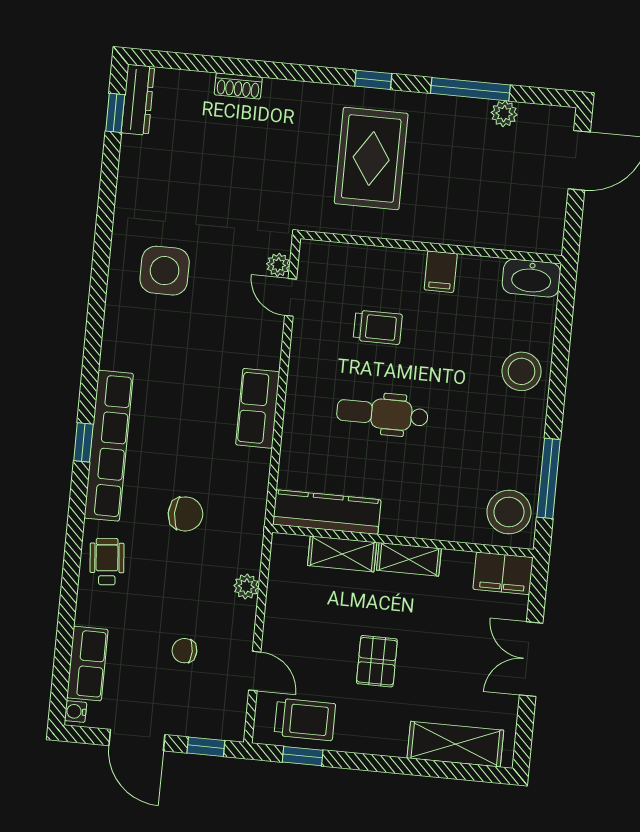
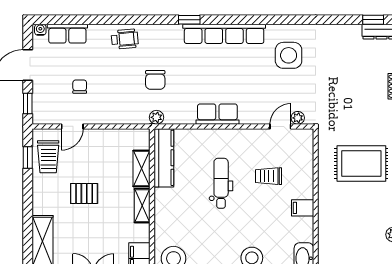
trolley: (378, 327) -> (269, 176), turned 90
row of seats: (109, 446) -> (224, 34), moved
plant: (246, 587) -> (156, 117), moved

